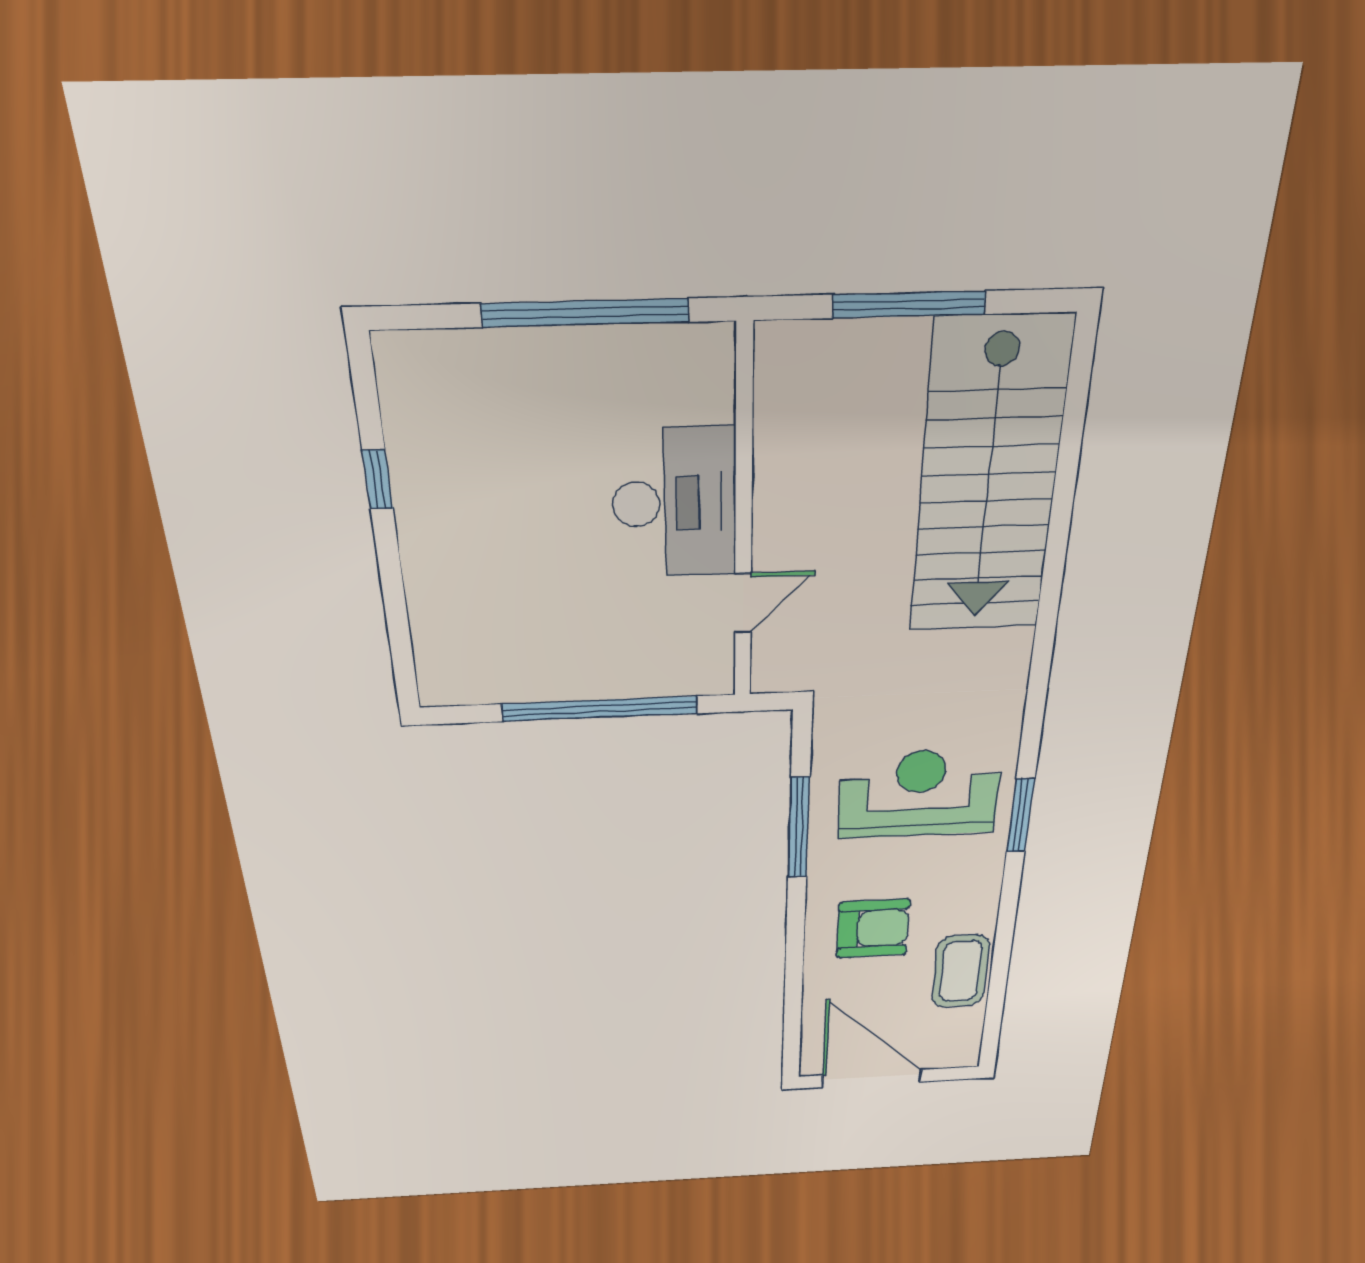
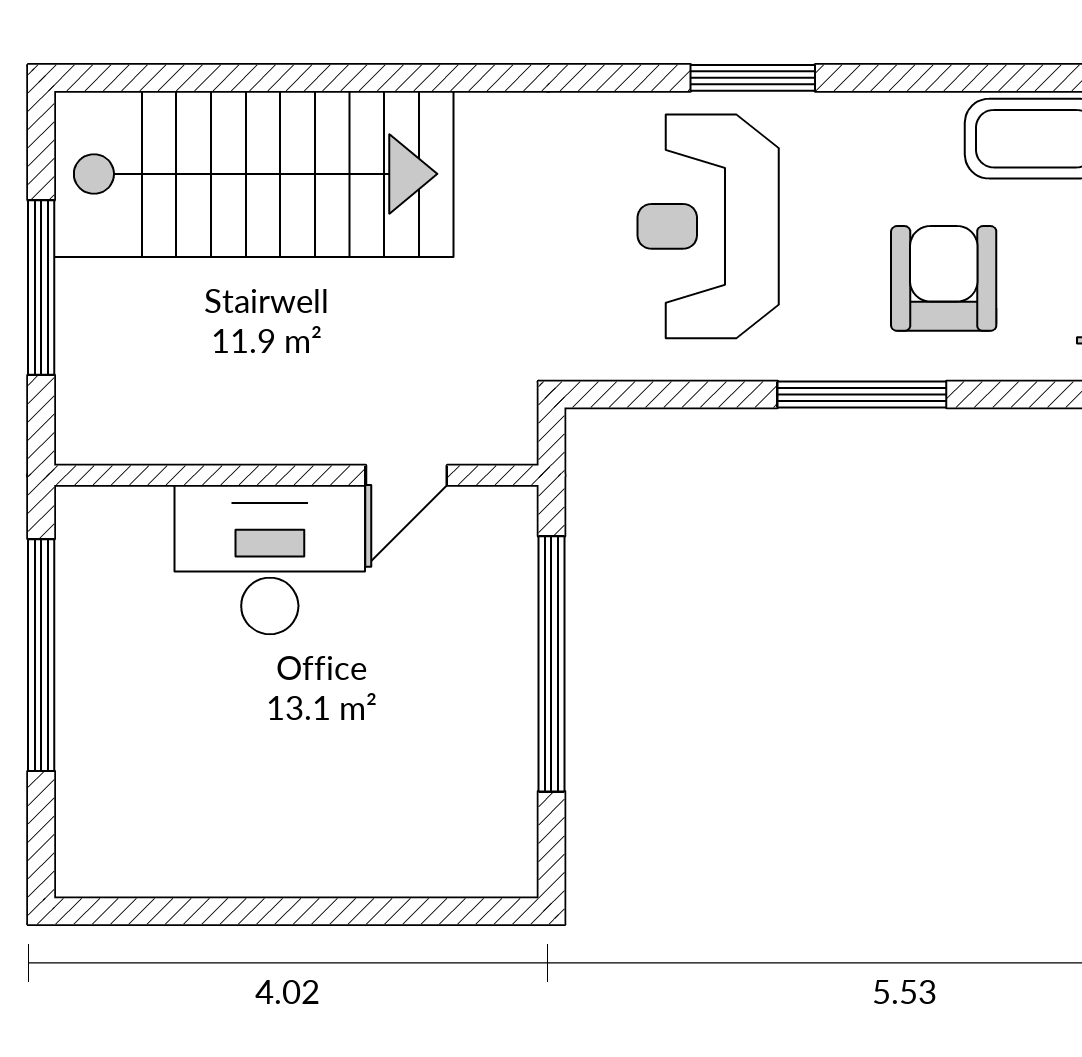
window: (378, 480) -> (228, 911), removed
door: (743, 603) -> (406, 475), swing flipped
window: (799, 828) -> (862, 394), moved

